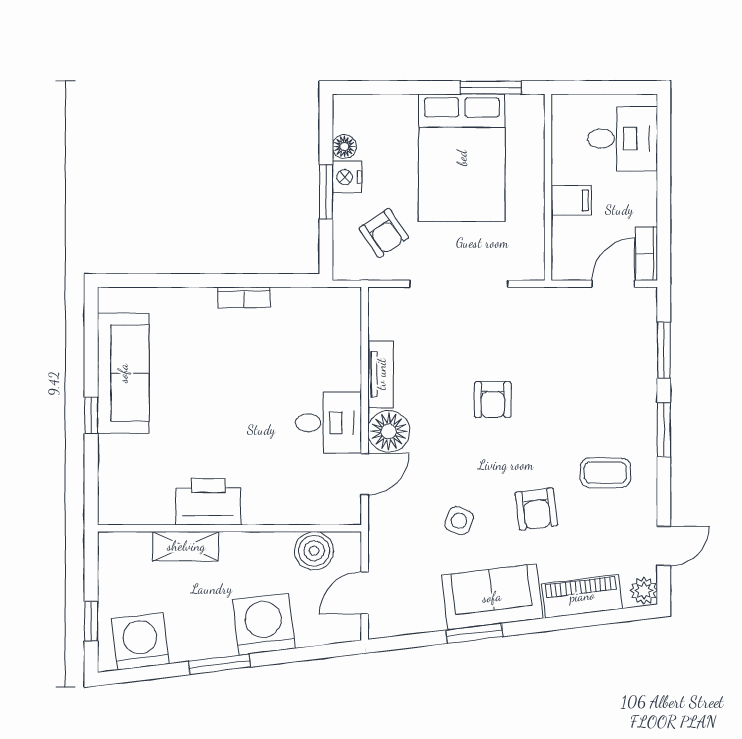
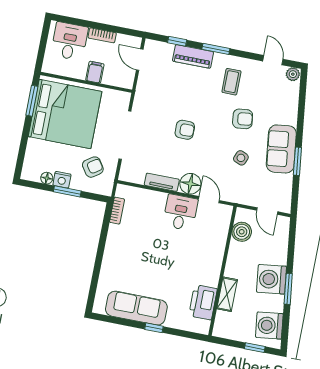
bed: (462, 158) -> (65, 114), width x1.36
bookcase: (647, 254) -> (102, 35), moved
bookcase: (244, 297) -> (117, 211), moved
window: (664, 350) -> (177, 41), width x0.67
printer: (208, 502) -> (203, 302), moved
piano: (582, 596) -> (193, 56), moved, turned -83
washing machine: (264, 624) -> (272, 279), moved

